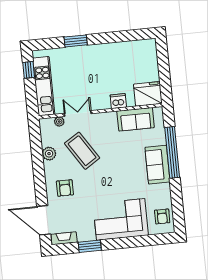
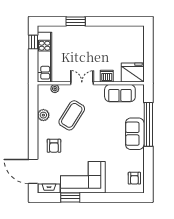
double door: (78, 113) -> (82, 83), moved
coffee table: (82, 151) -> (72, 115), turned 65
corner sofa: (121, 219) -> (83, 177), moved

